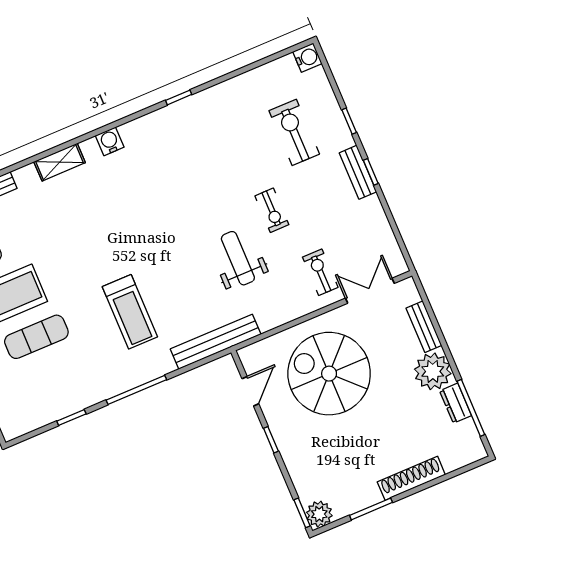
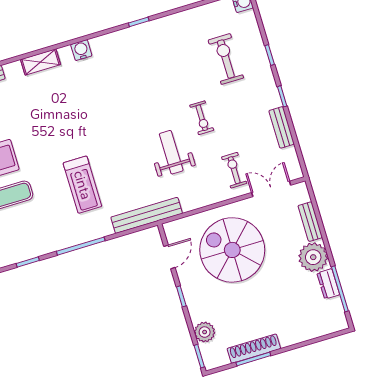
bench: (358, 172) -> (282, 127), moved
shoe rack: (411, 478) -> (254, 349), moved
plant: (319, 514) -> (205, 332), moved

